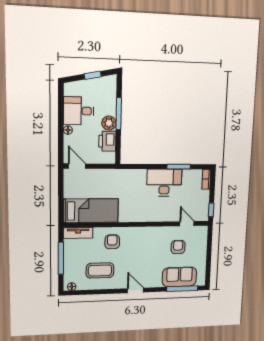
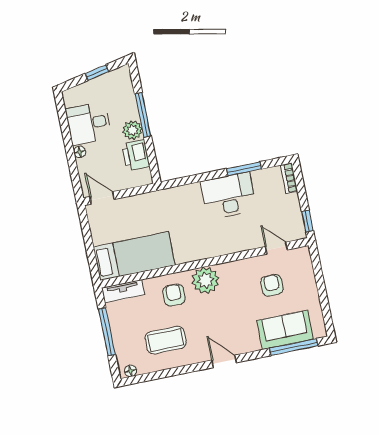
plant: (136, 236) -> (205, 280), added

